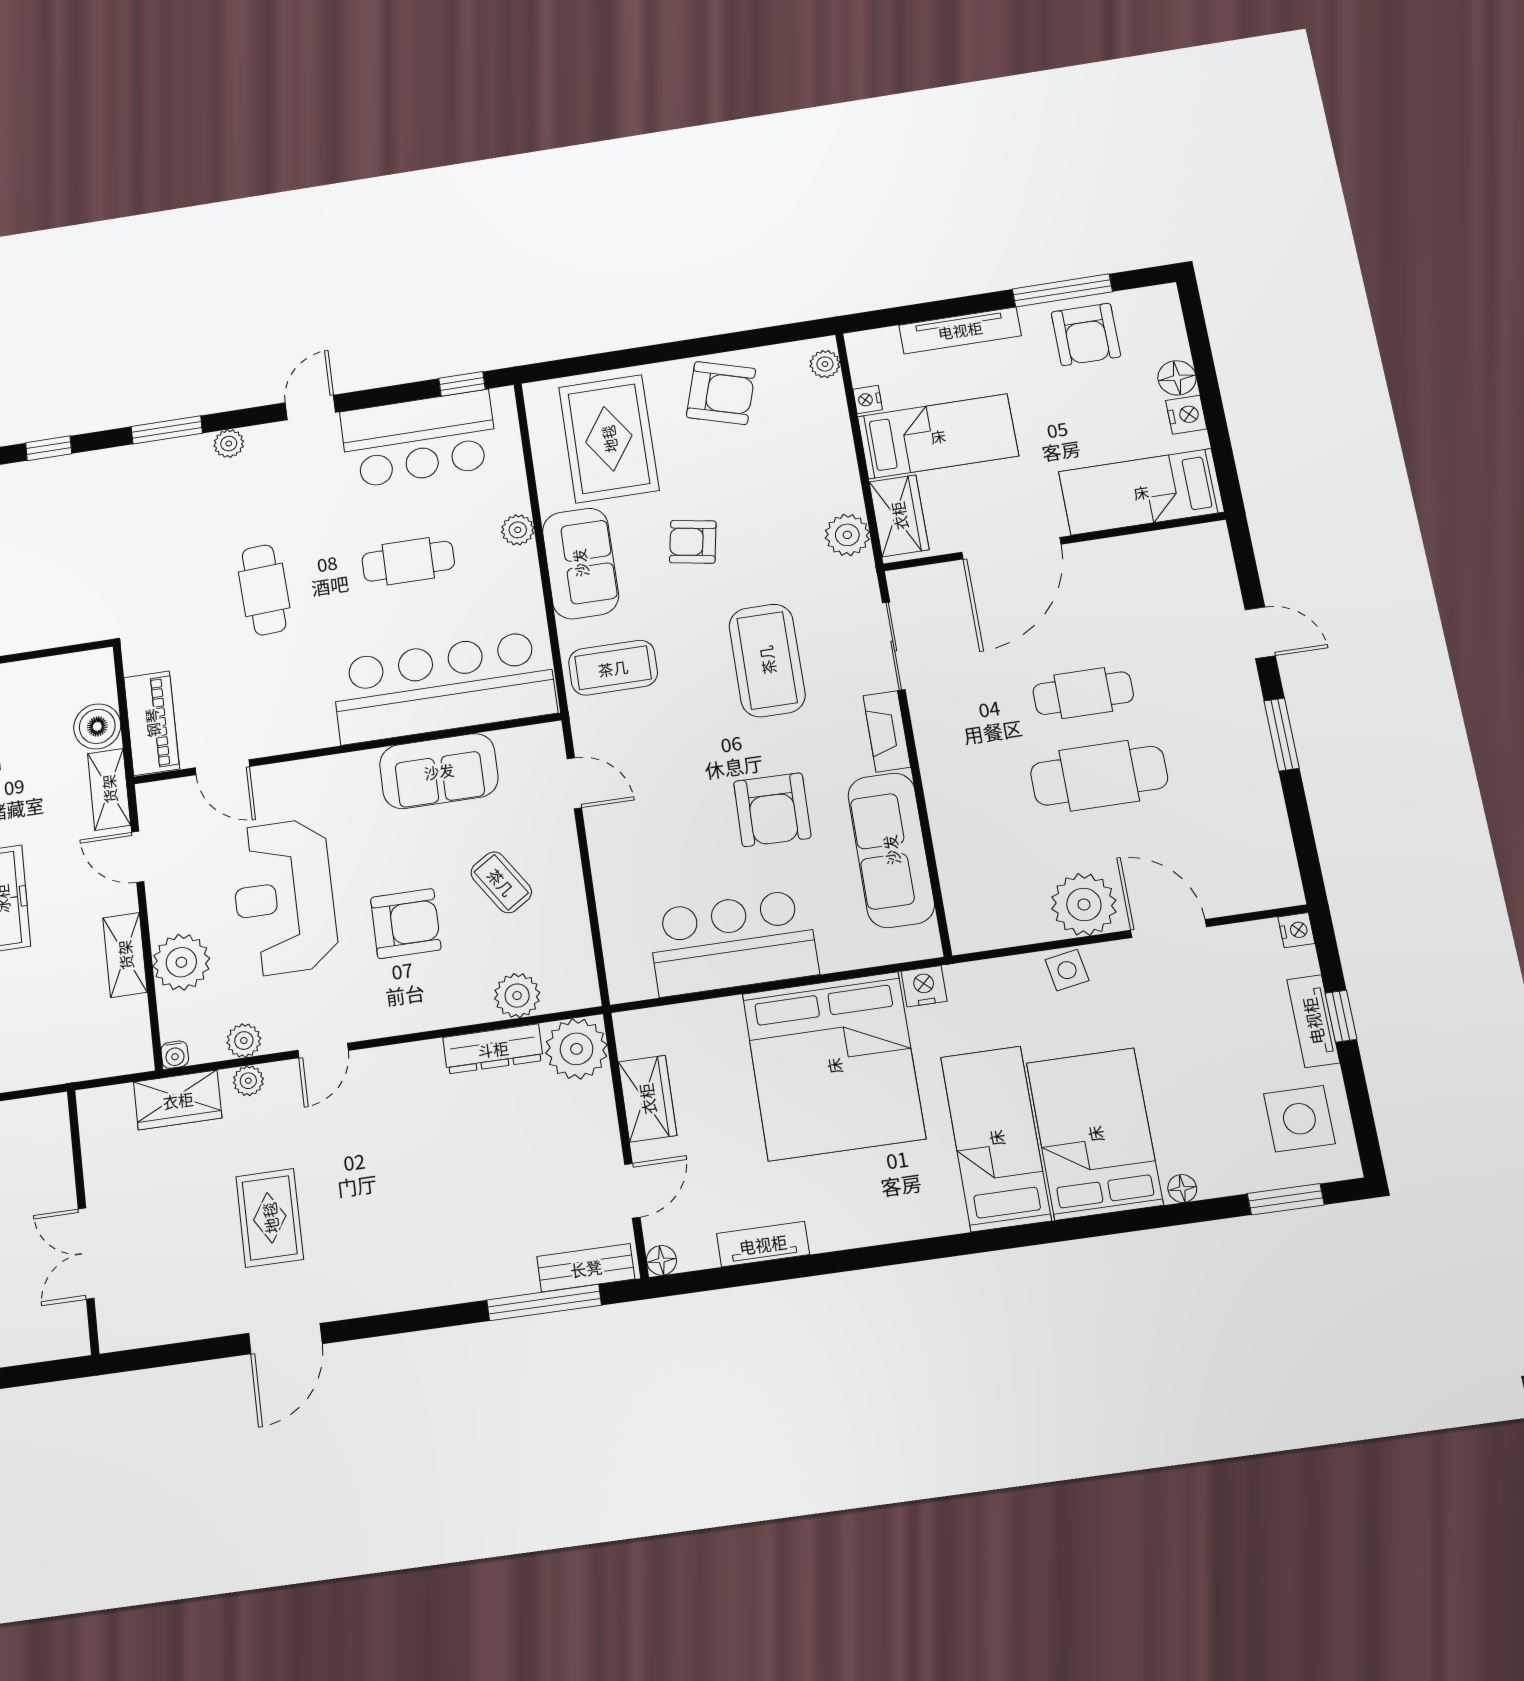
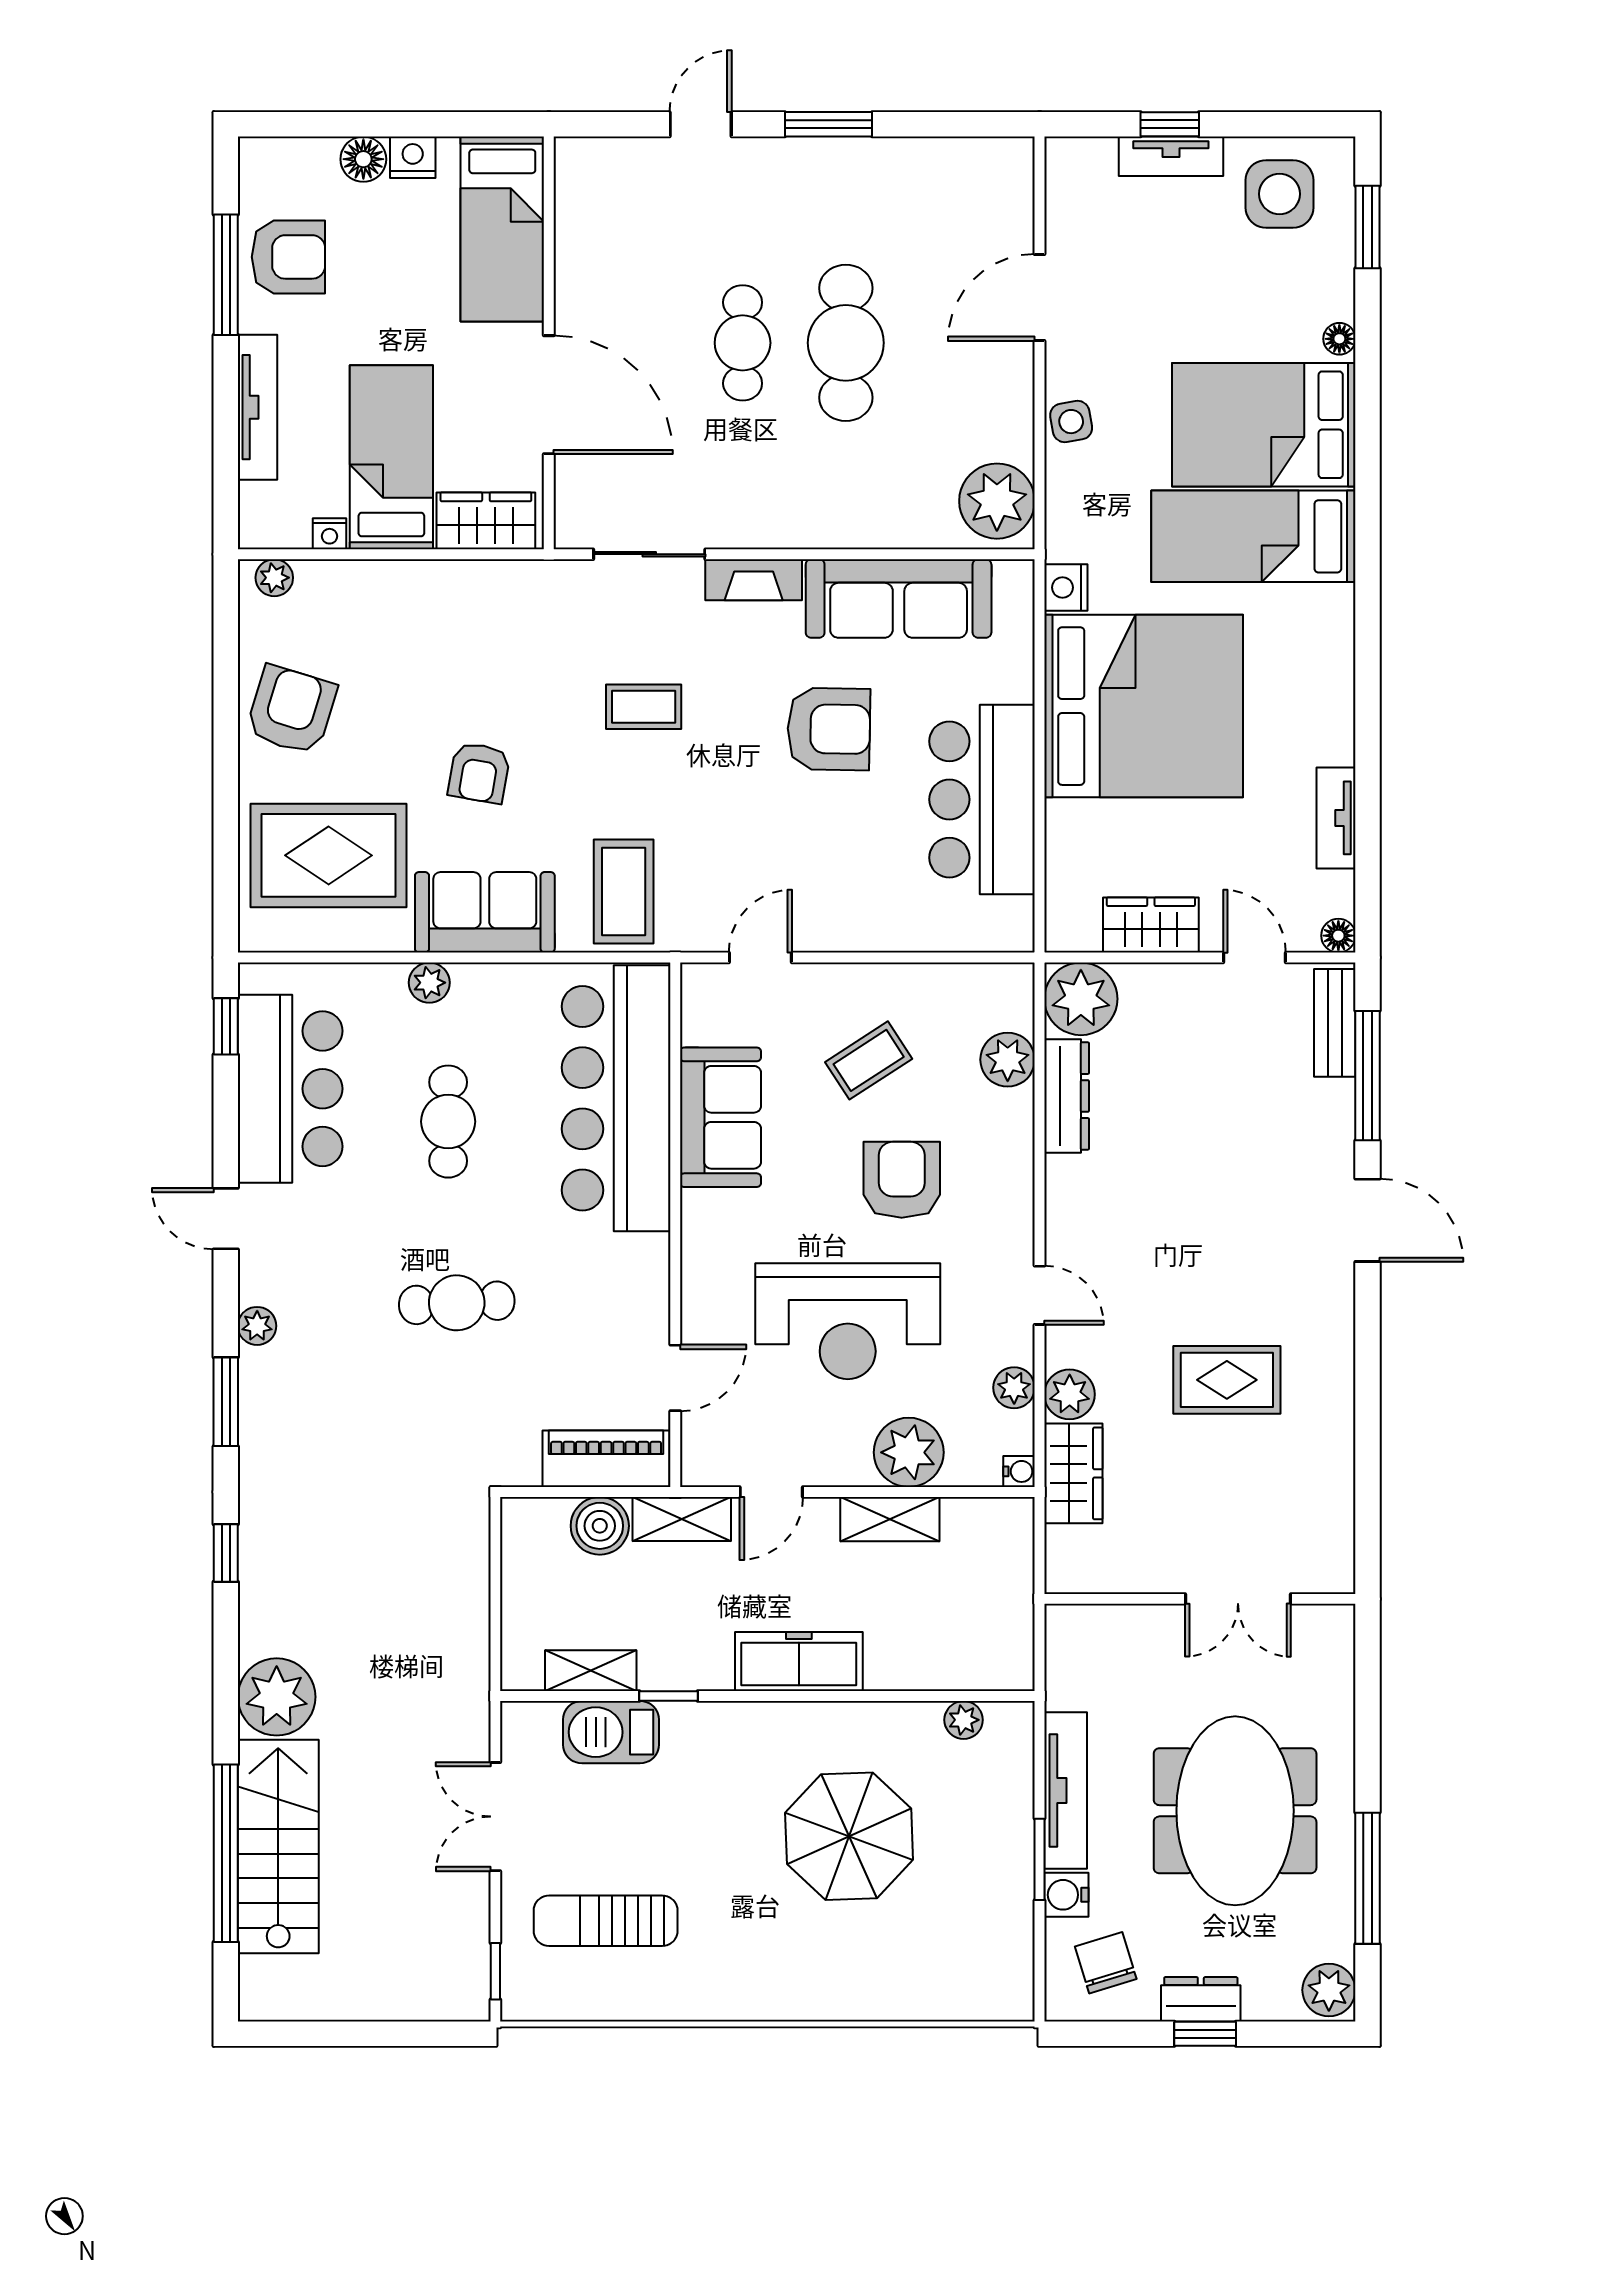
plant: (847, 535) -> (500, 586), removed
coffee table: (767, 660) -> (644, 707), width x0.54, depth x0.58
plant: (1084, 904) -> (997, 501), moved
nightstand: (1296, 930) -> (1063, 154), removed
plant: (248, 1081) -> (1070, 1394), width x1.38, depth x1.38
door: (285, 1339) -> (1368, 1220), moved

